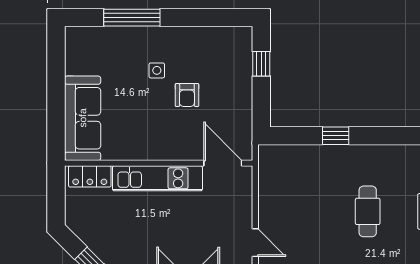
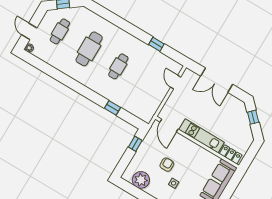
plant: (215, 43) -> (141, 180), added
window: (261, 64) -> (135, 144), moved

